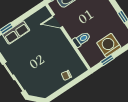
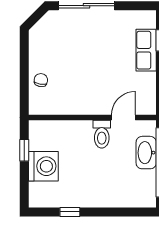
toilet: (82, 39) -> (102, 134), moved

